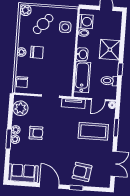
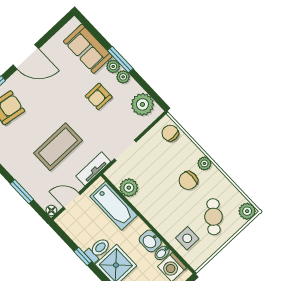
washbasin: (82, 54) -> (150, 241), moved
plant: (67, 78) -> (129, 188), added
toilet: (109, 81) -> (98, 250), moved
door: (98, 100) -> (72, 201), hinge flipped
coffee table: (93, 131) -> (58, 147), moved
sofa: (23, 173) -> (88, 49), moved, turned 90

